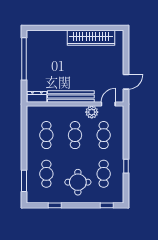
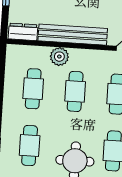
plant: (92, 112) -> (59, 57), moved

